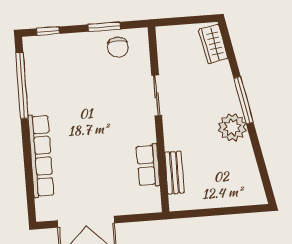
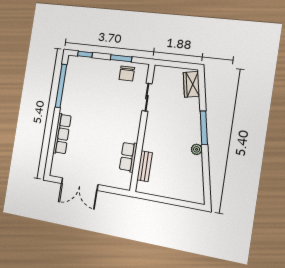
sliding door: (157, 95) -> (147, 97), moved
plant: (232, 127) -> (197, 149), width x0.53, depth x0.53
row of seats: (41, 156) -> (62, 134), width x0.73

